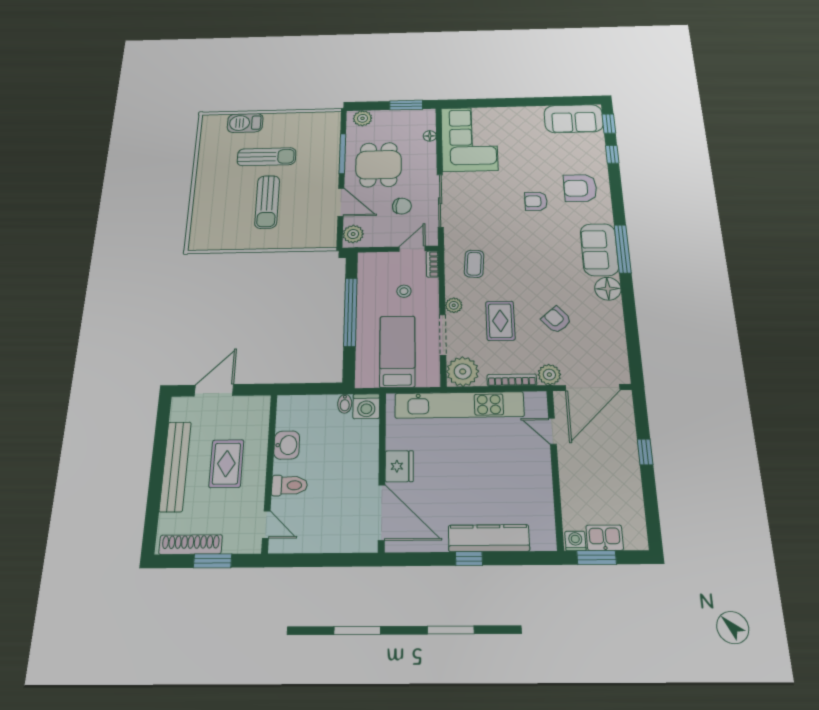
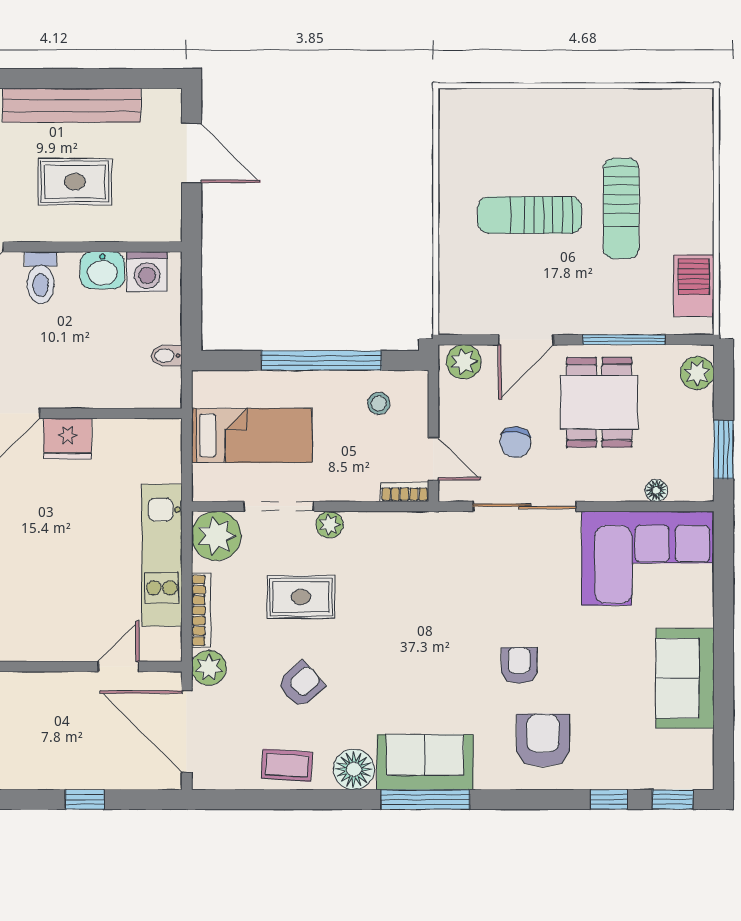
sofa: (574, 119) -> (685, 678), moved
barbecue: (245, 123) -> (694, 286), moved
dining table: (379, 165) -> (599, 402), turned 90
coffee table: (474, 264) -> (287, 765), moved
stool: (404, 291) -> (379, 403), moved
kitchen unit: (459, 405) -> (162, 555), width x0.73
washing machine: (366, 406) -> (147, 272), moved, turned -90

